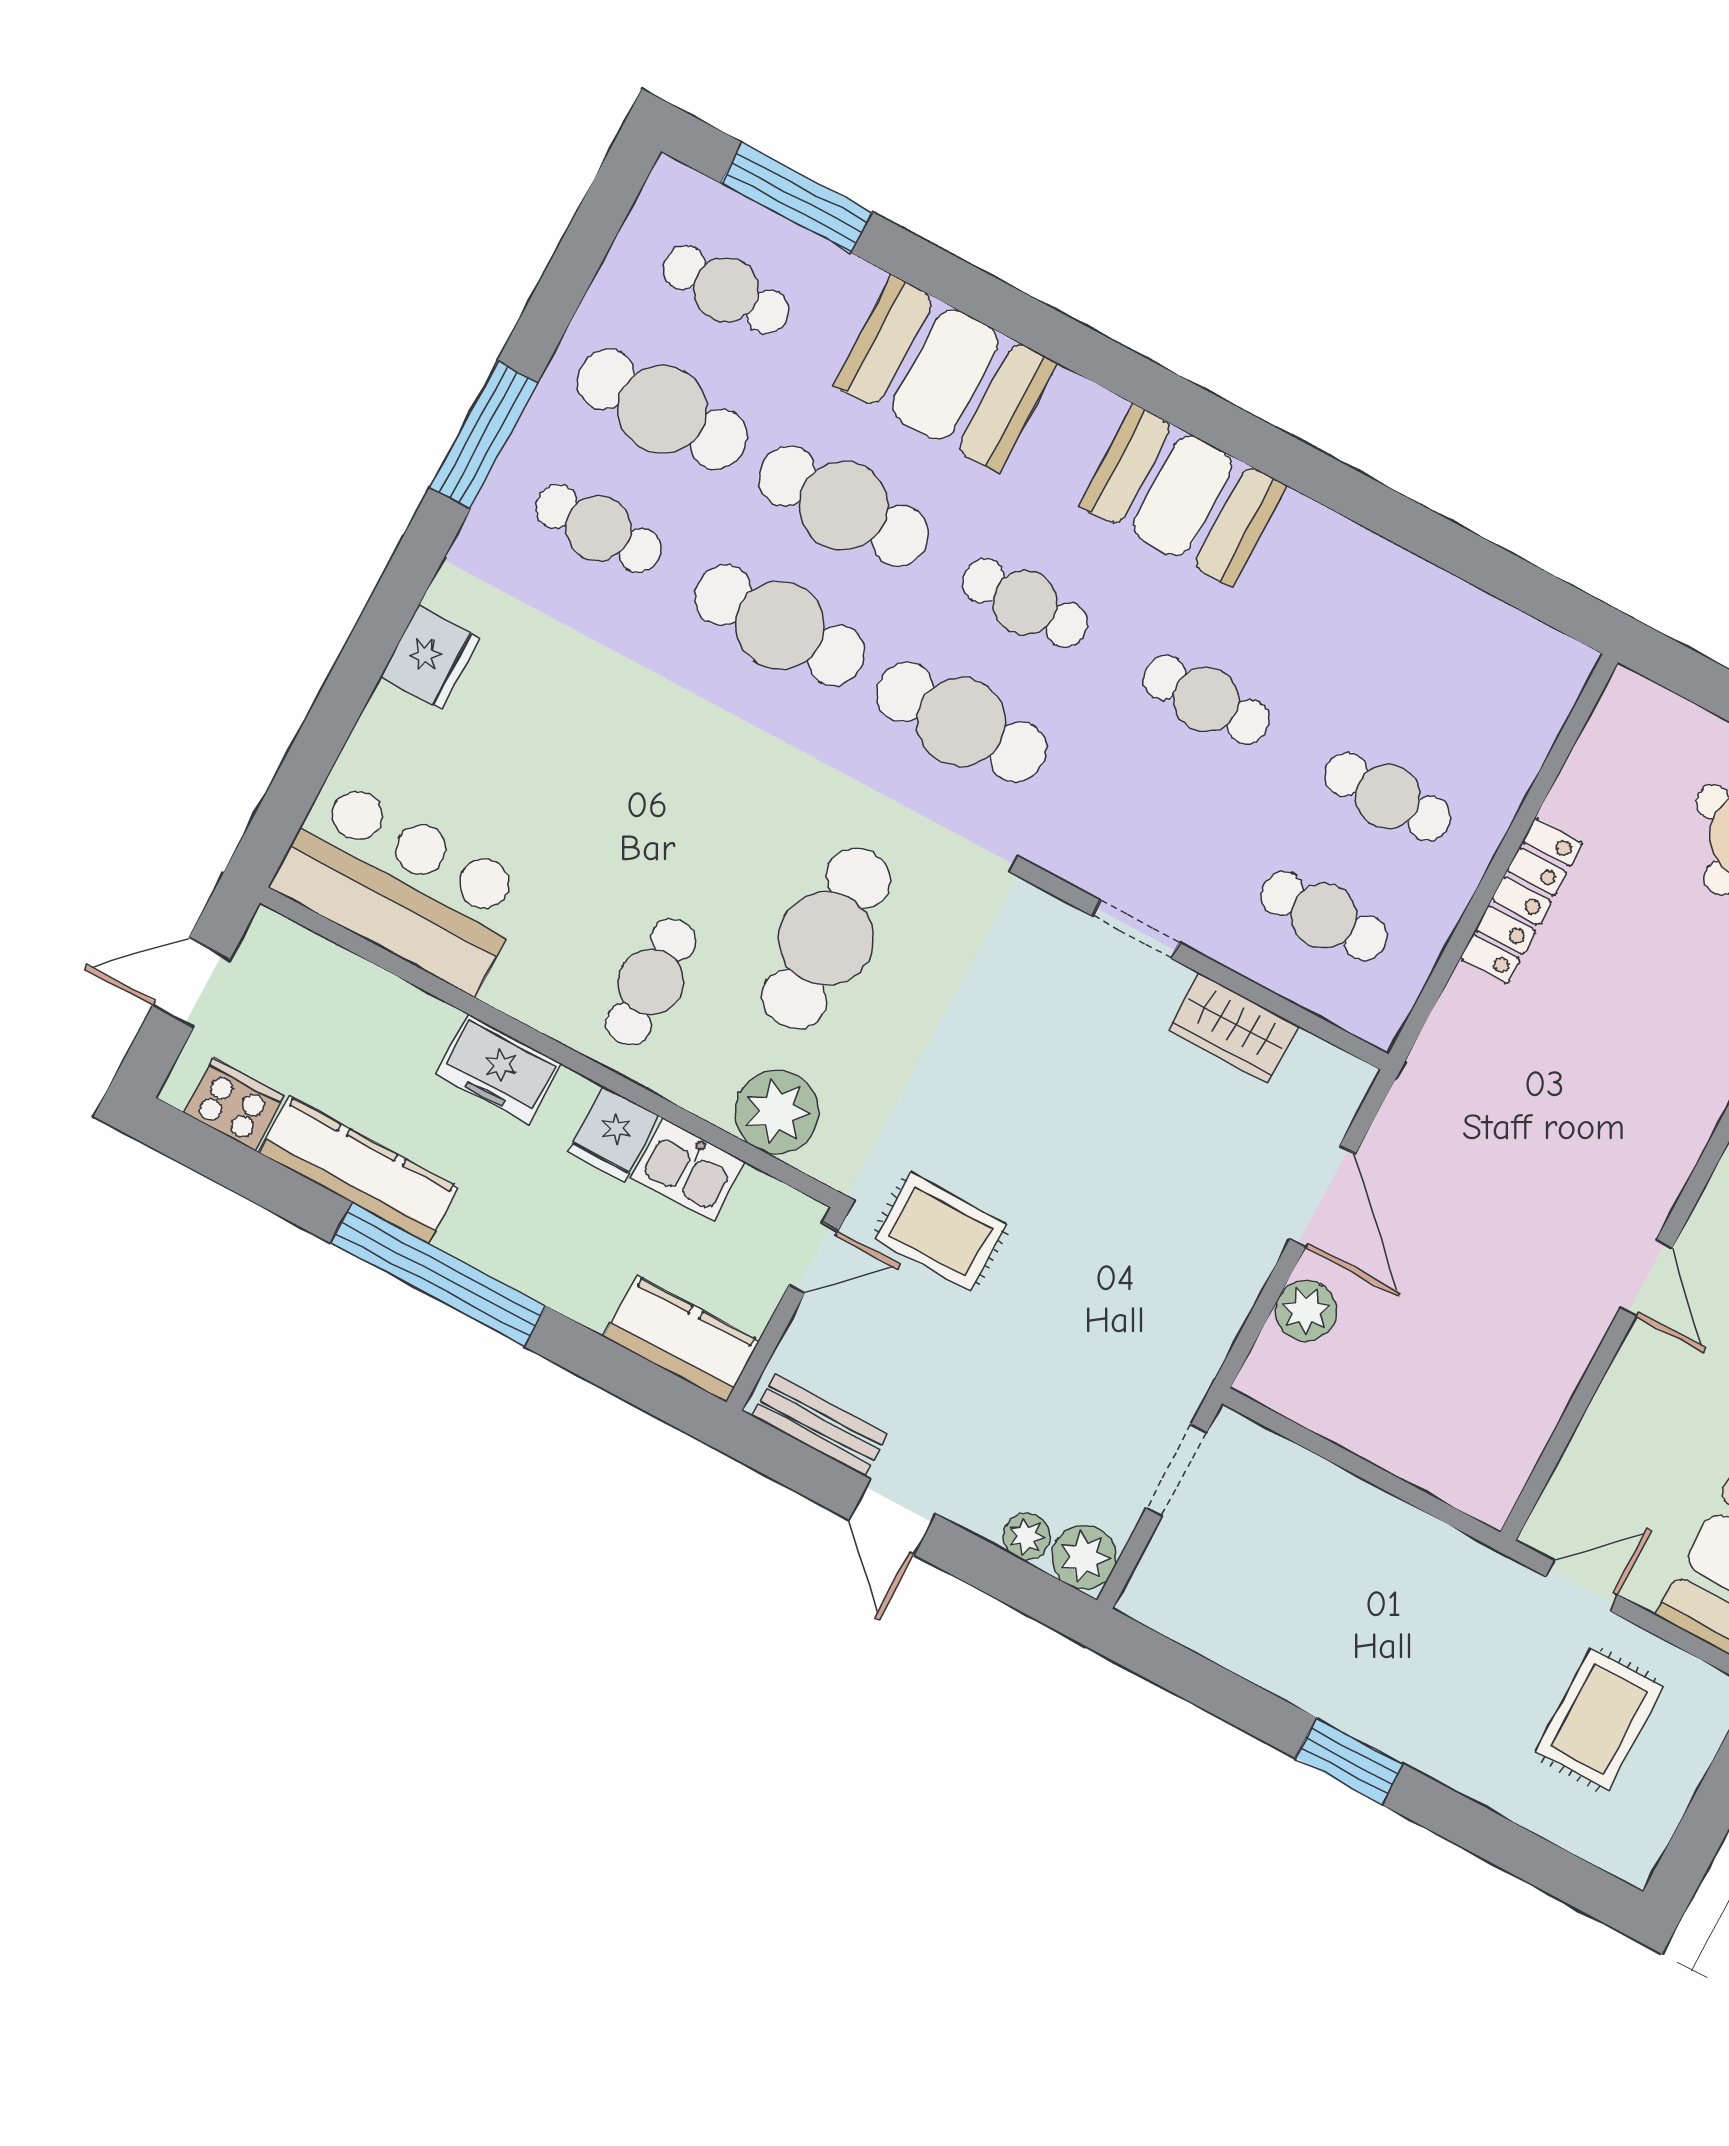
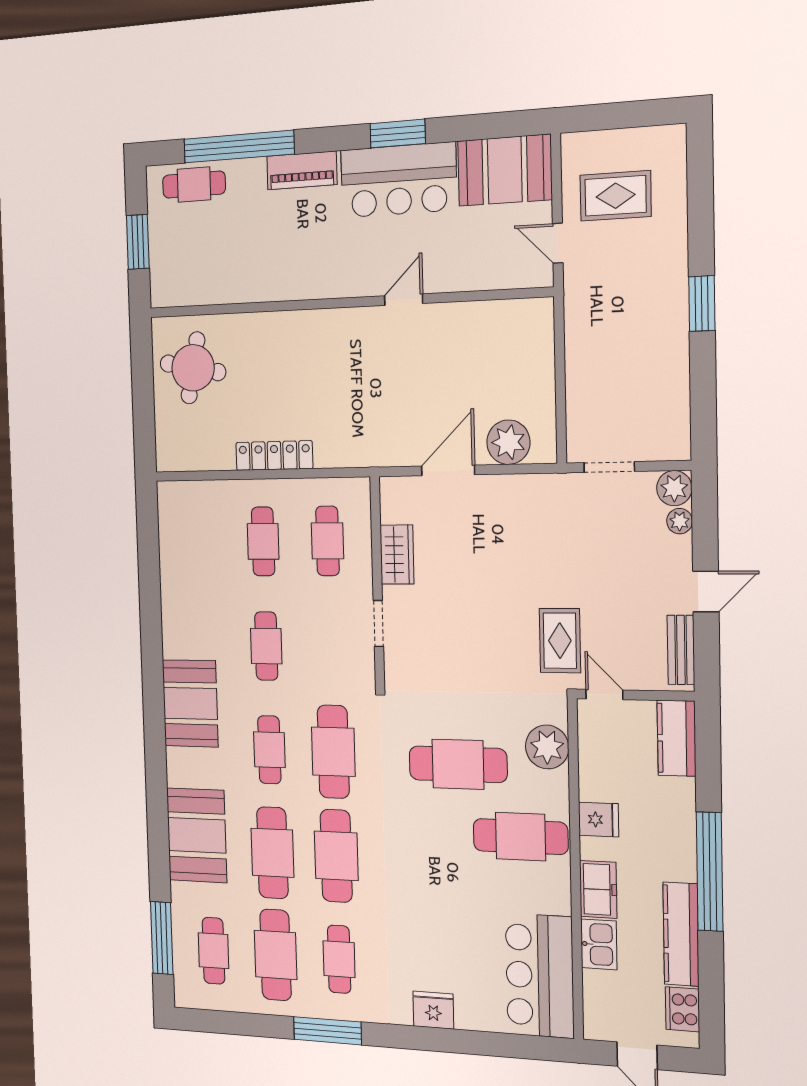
cafe table: (651, 982) -> (520, 837), width x1.37, depth x1.35
kitchen sink: (688, 1170) -> (599, 944), moved
plant: (1306, 1311) -> (508, 442), width x1.36, depth x1.36

